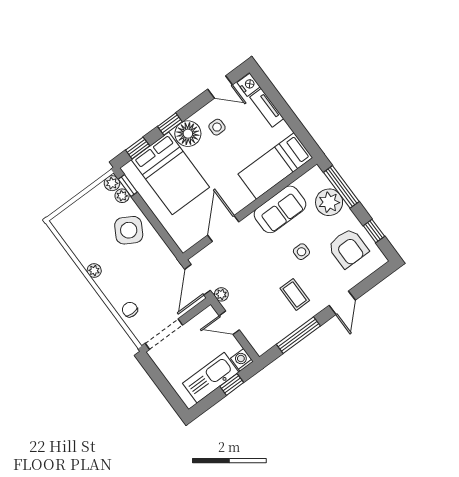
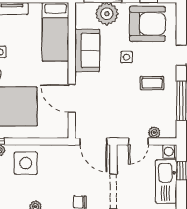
side table: (129, 230) -> (26, 163), turned -30
armchair: (348, 248) -> (147, 24), width x1.36, depth x1.36
plant: (221, 294) -> (154, 133), moved

